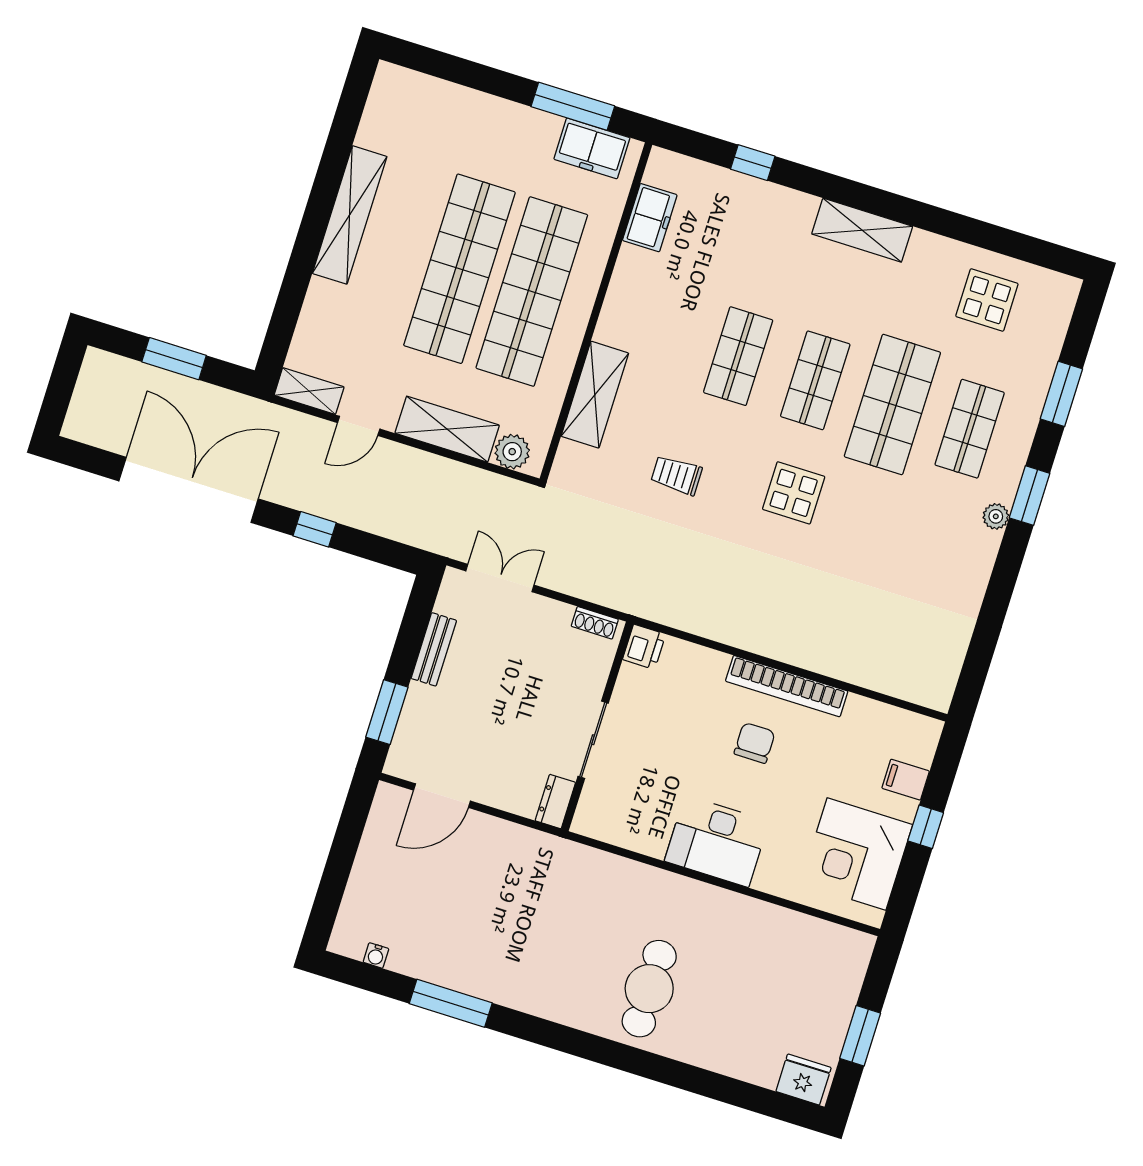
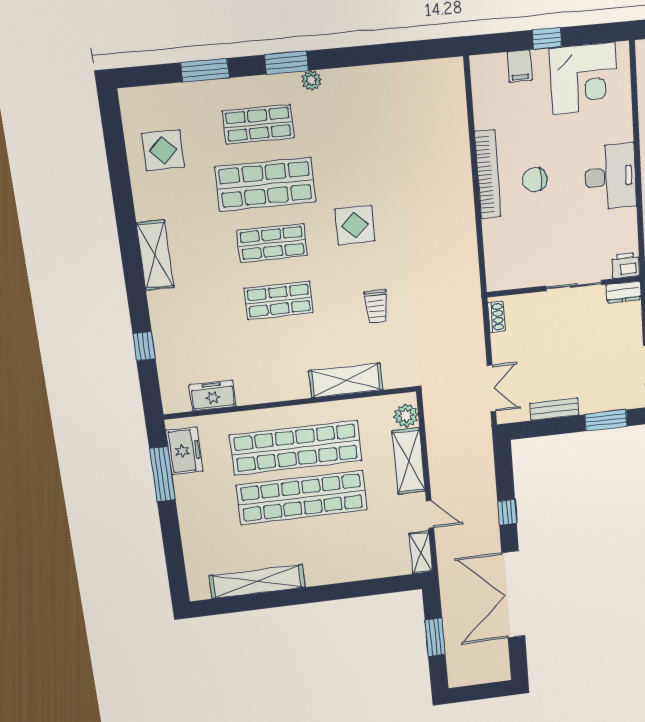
shelving: (350, 215) -> (257, 581), moved
double door: (500, 578) -> (491, 388), swing flipped
printer: (644, 647) -> (626, 265), moved

